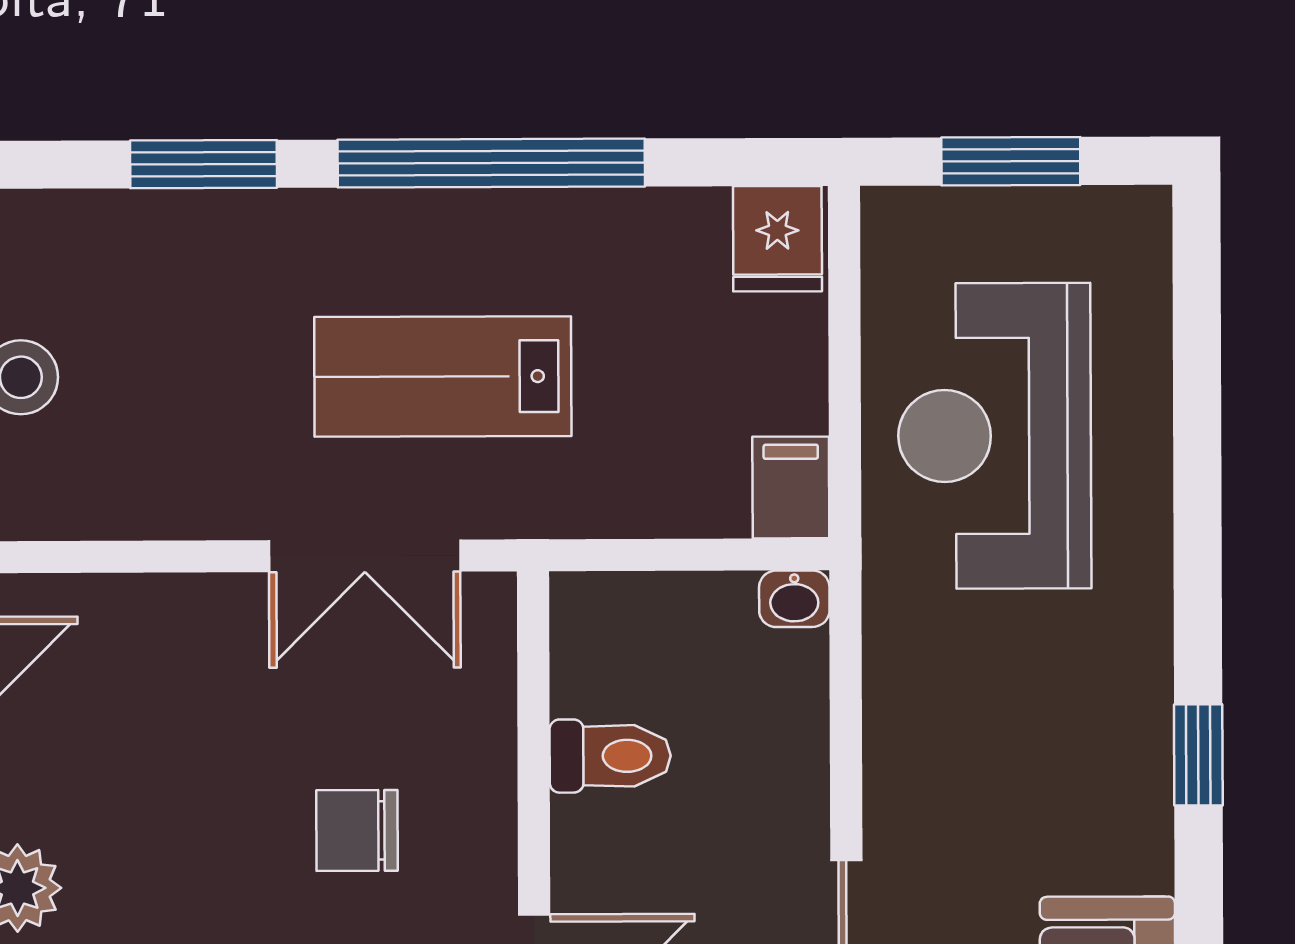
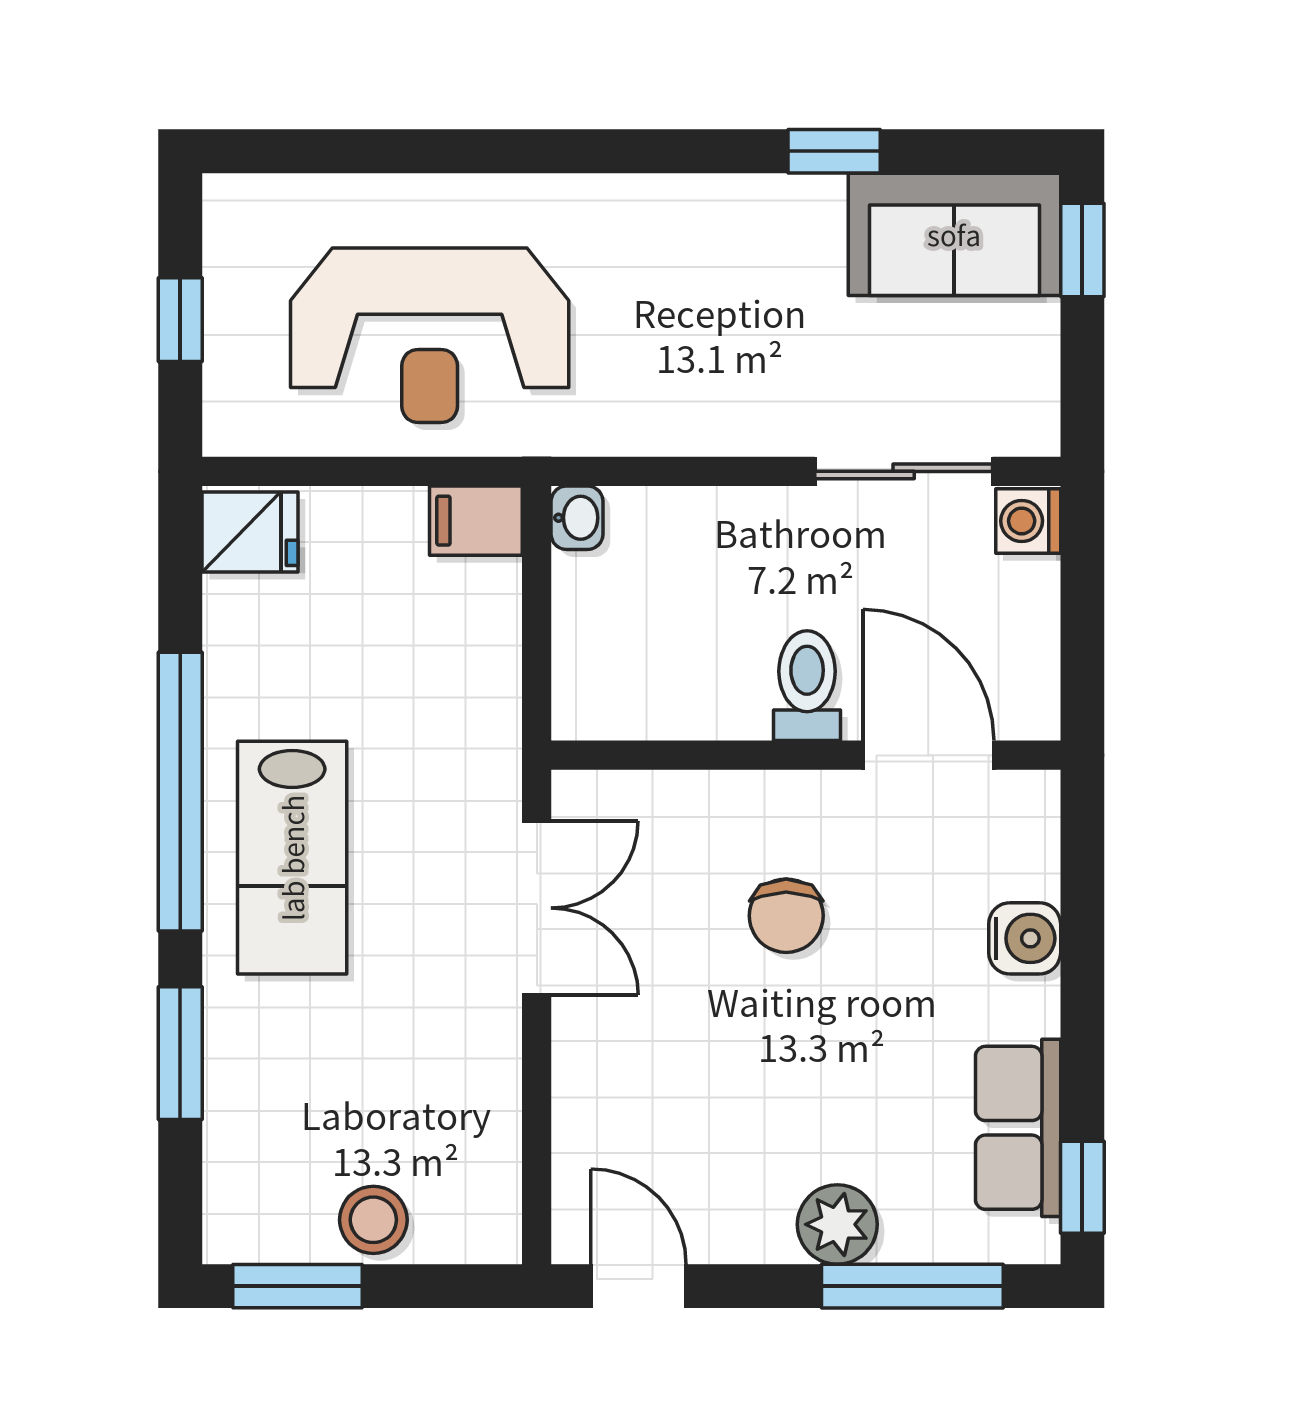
window: (1011, 161) -> (180, 320), width x0.67
lab bench: (443, 376) -> (292, 858), moved
window: (1198, 755) -> (834, 151), moved
toilet: (610, 756) -> (807, 686), moved

